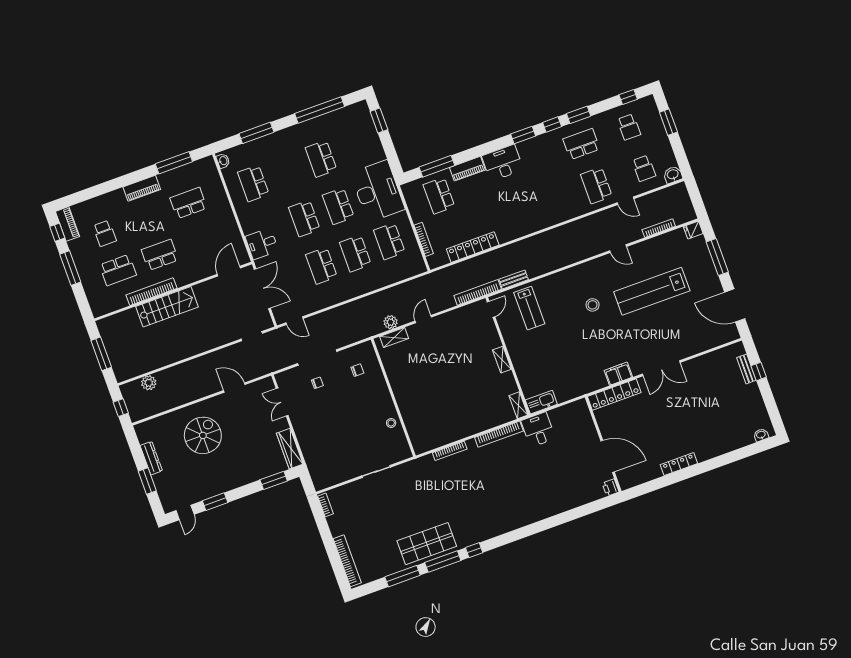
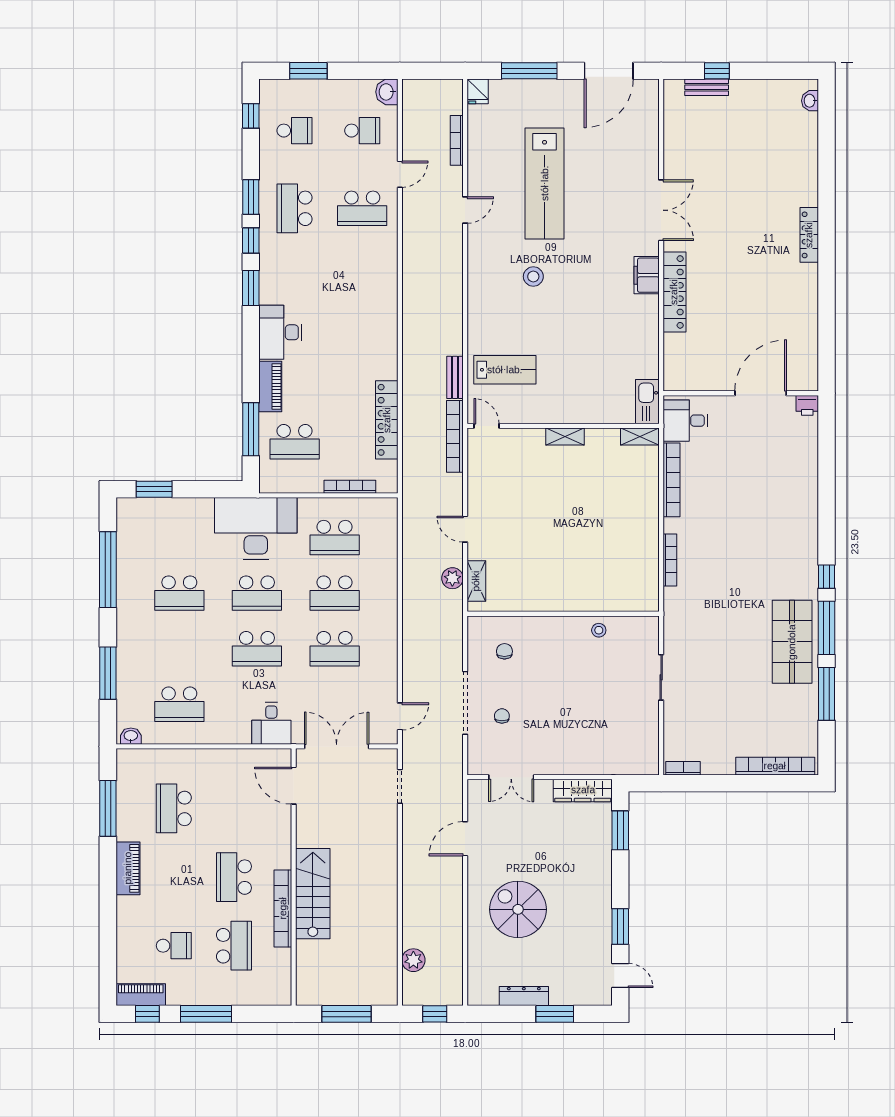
wall: (603, 444) -> (741, 393), moved
door: (608, 456) -> (761, 393), moved
printer: (611, 488) -> (807, 405), moved

